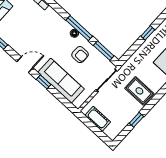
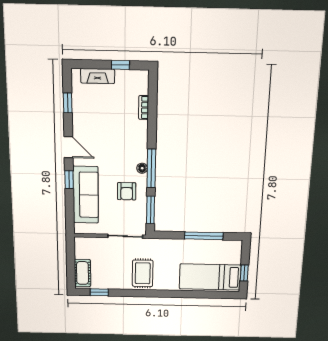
window: (148, 33) -> (204, 236), width x2.17
cot: (98, 119) -> (82, 273), moved
window: (136, 120) -> (99, 292), moved

